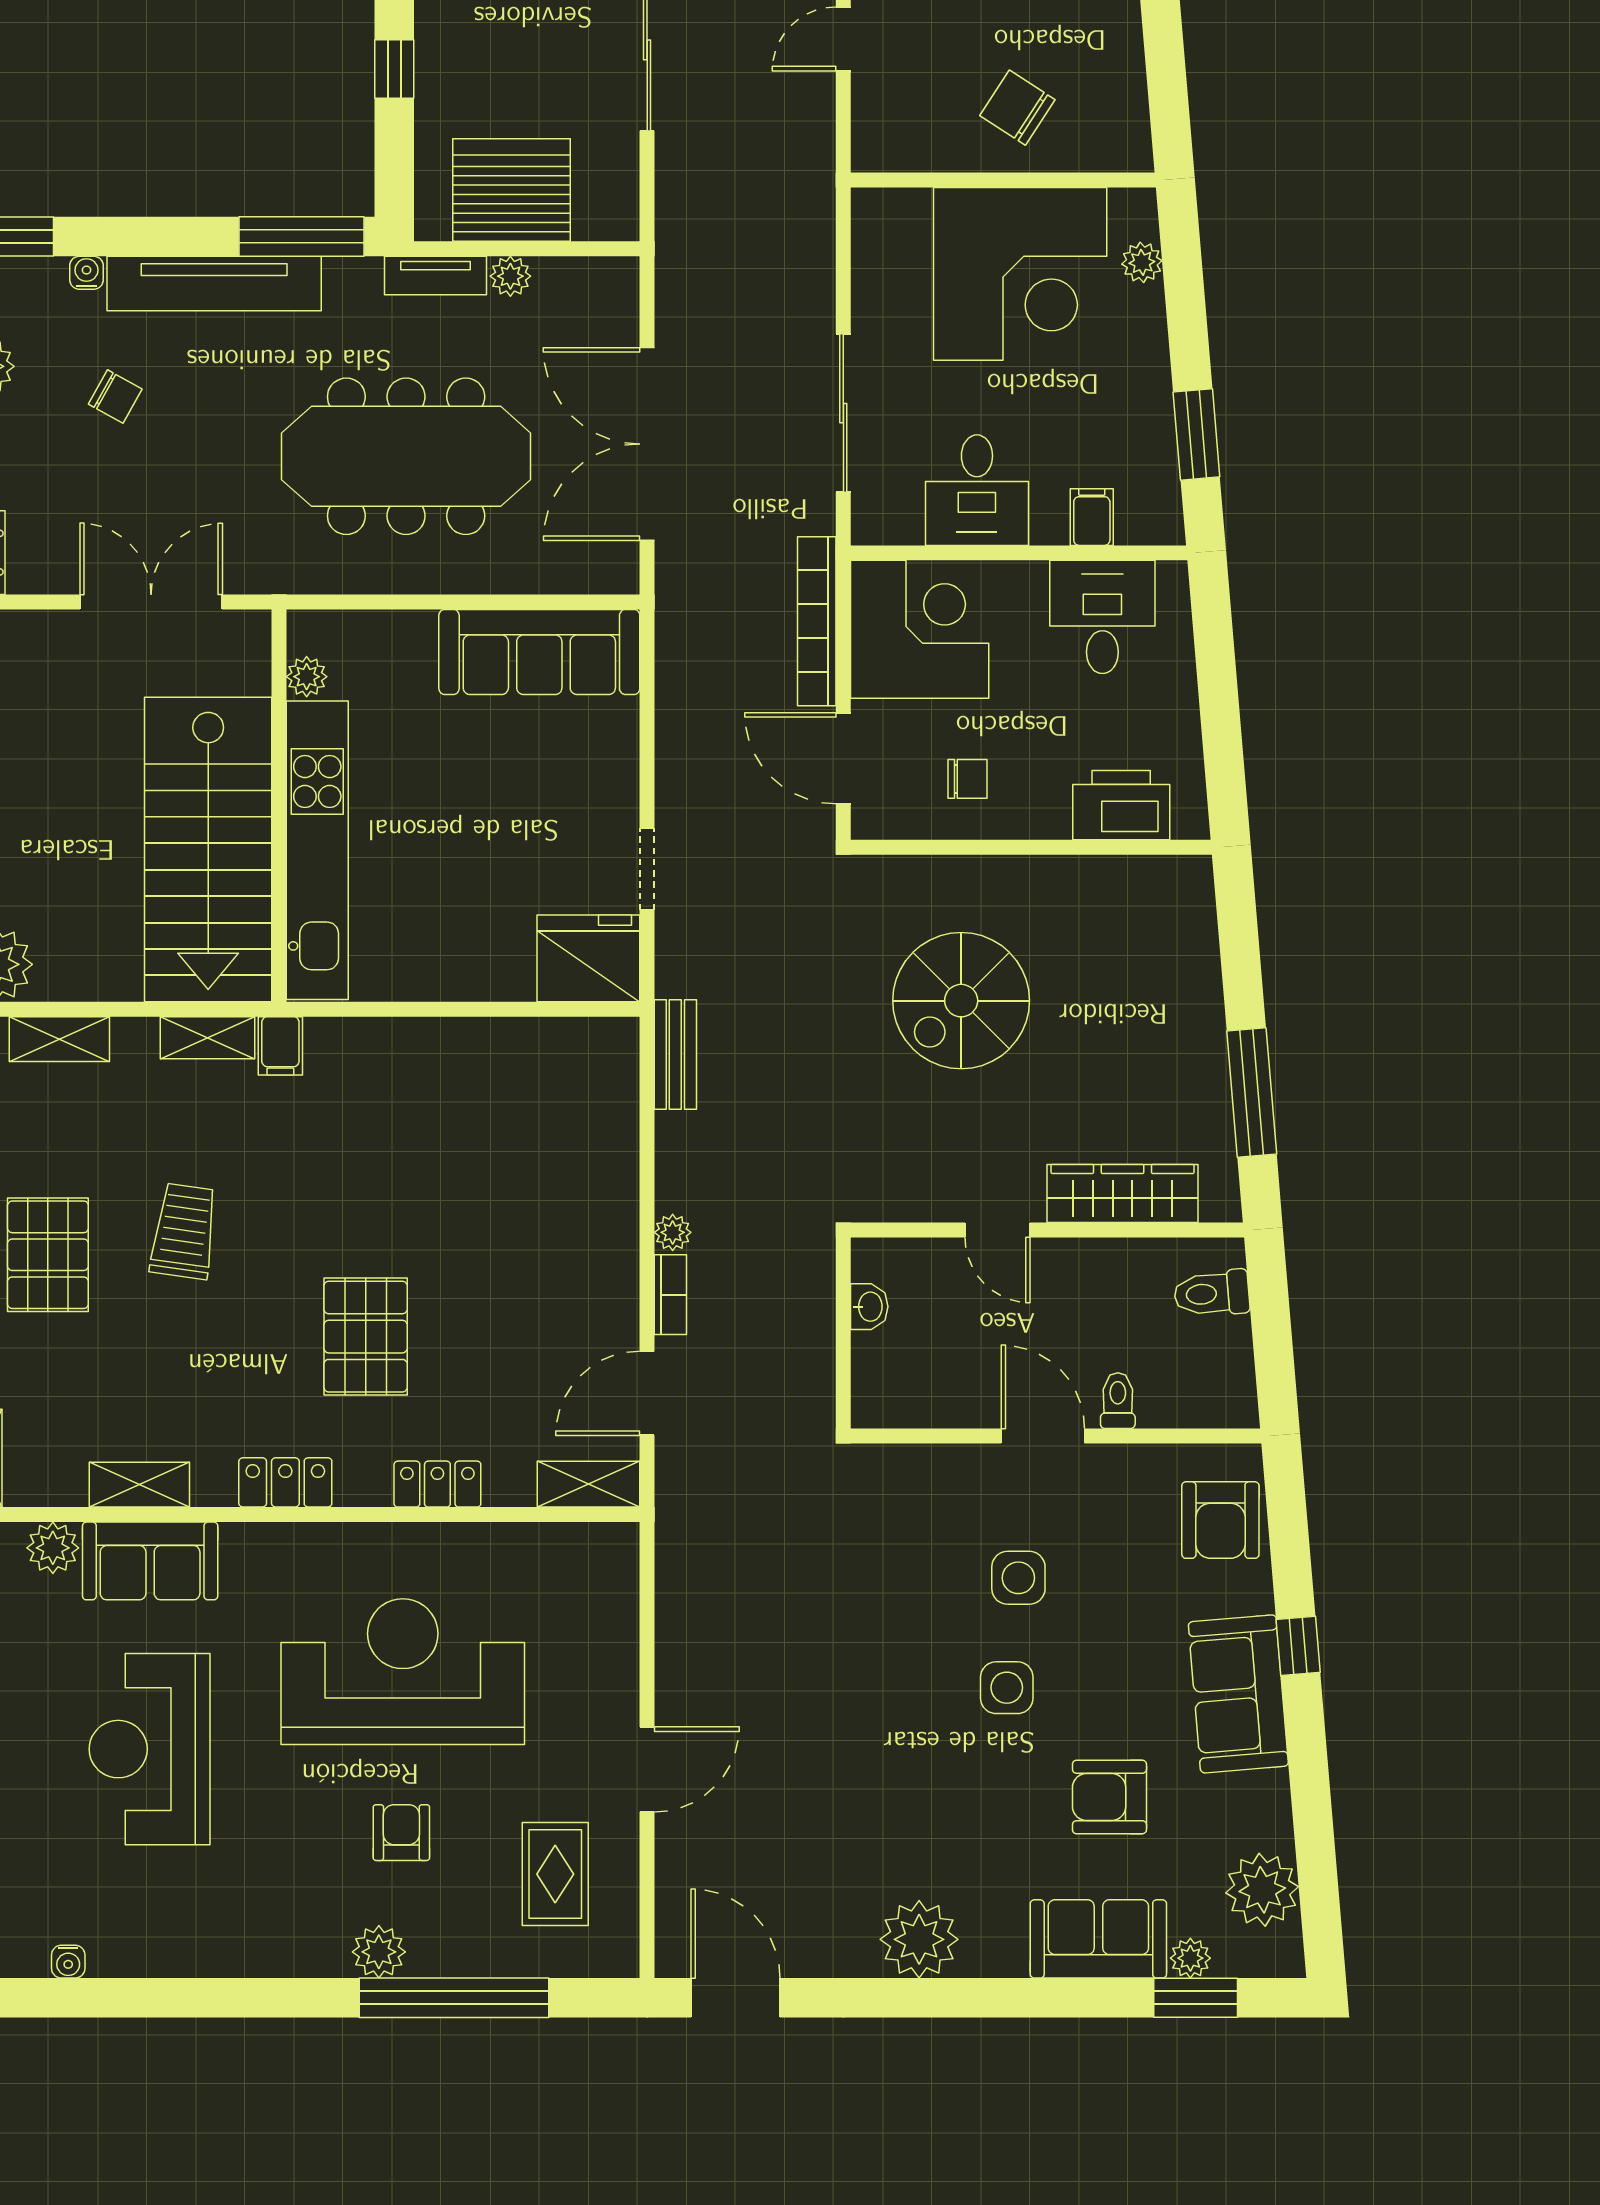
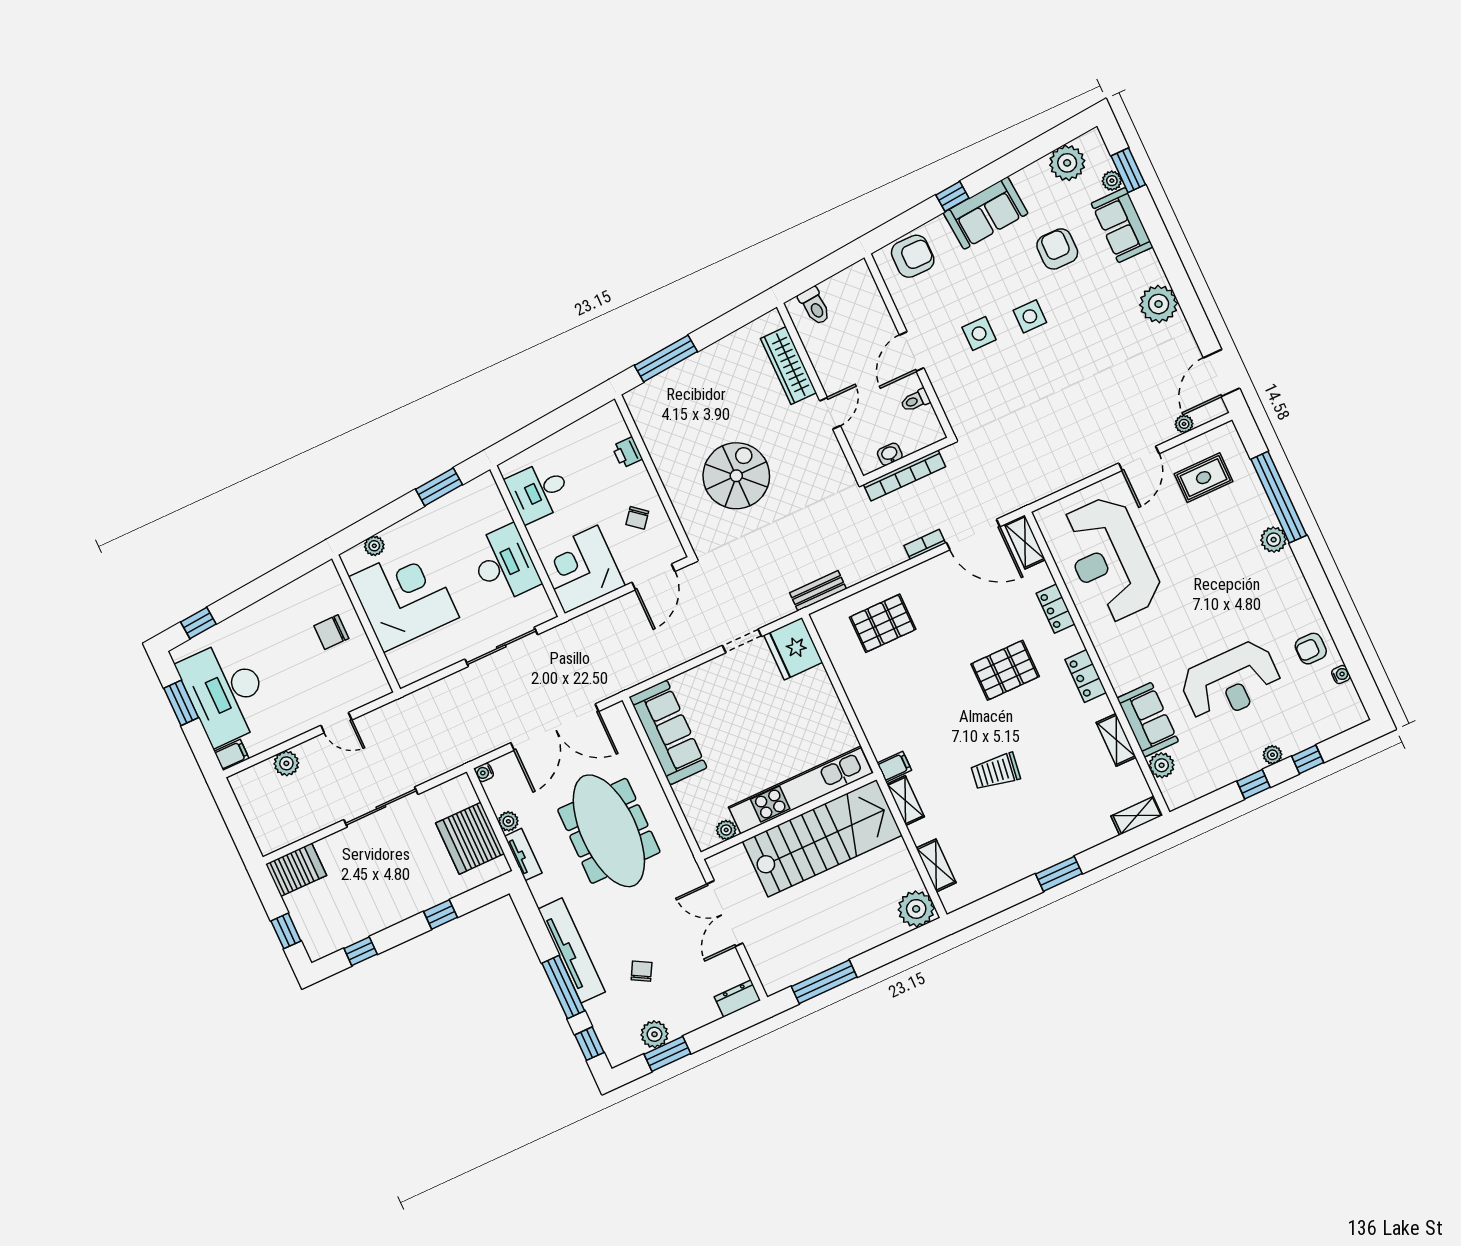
chair: (1017, 108) -> (331, 632), turned 57
window: (301, 236) -> (563, 987), moved
water cooler: (86, 273) -> (484, 772), moved
desk: (977, 490) -> (504, 564), width x1.37
filing cabinet: (1092, 517) -> (497, 516), removed
bookcase: (817, 621) -> (904, 476), moved
chair: (968, 779) -> (637, 518), turned -141
printer: (1121, 805) -> (627, 453), width x0.53, depth x0.68
spiral stairs: (961, 1001) -> (736, 476), turned -90
window: (1252, 1093) -> (666, 359), moved
plant: (673, 1232) -> (1184, 424), moved
pallet: (48, 1255) -> (883, 623), moved
door: (647, 1393) -> (973, 535), width x1.36
toilet: (1118, 1401) -> (915, 400), moved
reception desk: (403, 1672) -> (1110, 559), moved
door: (647, 1769) -> (1139, 458), swing flipped
armchair: (1109, 1797) -> (1057, 249), turned 180
armchair: (401, 1833) -> (1311, 649), moved

